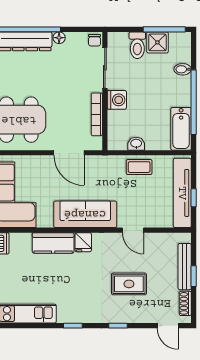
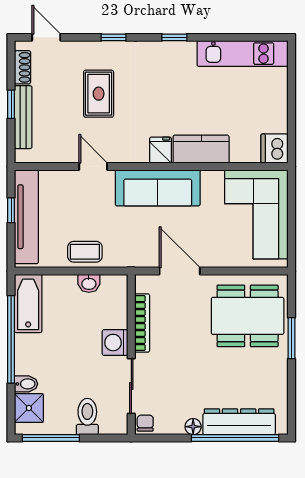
shower: (157, 42) -> (29, 408), moved
rug: (129, 284) -> (99, 94), turned 90

